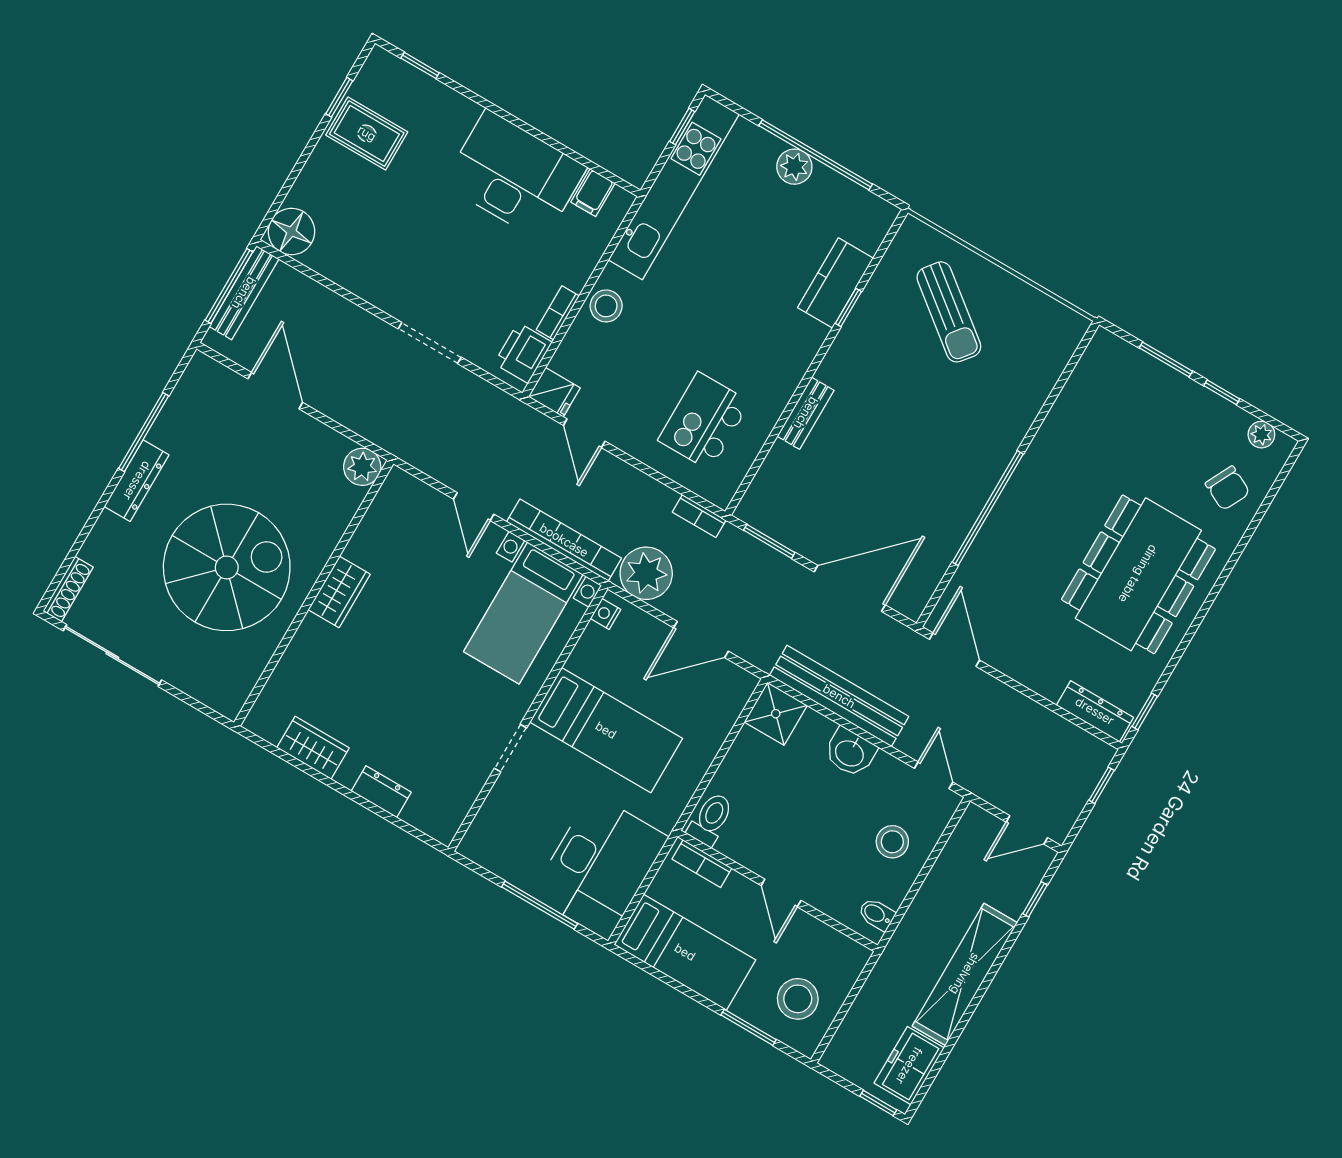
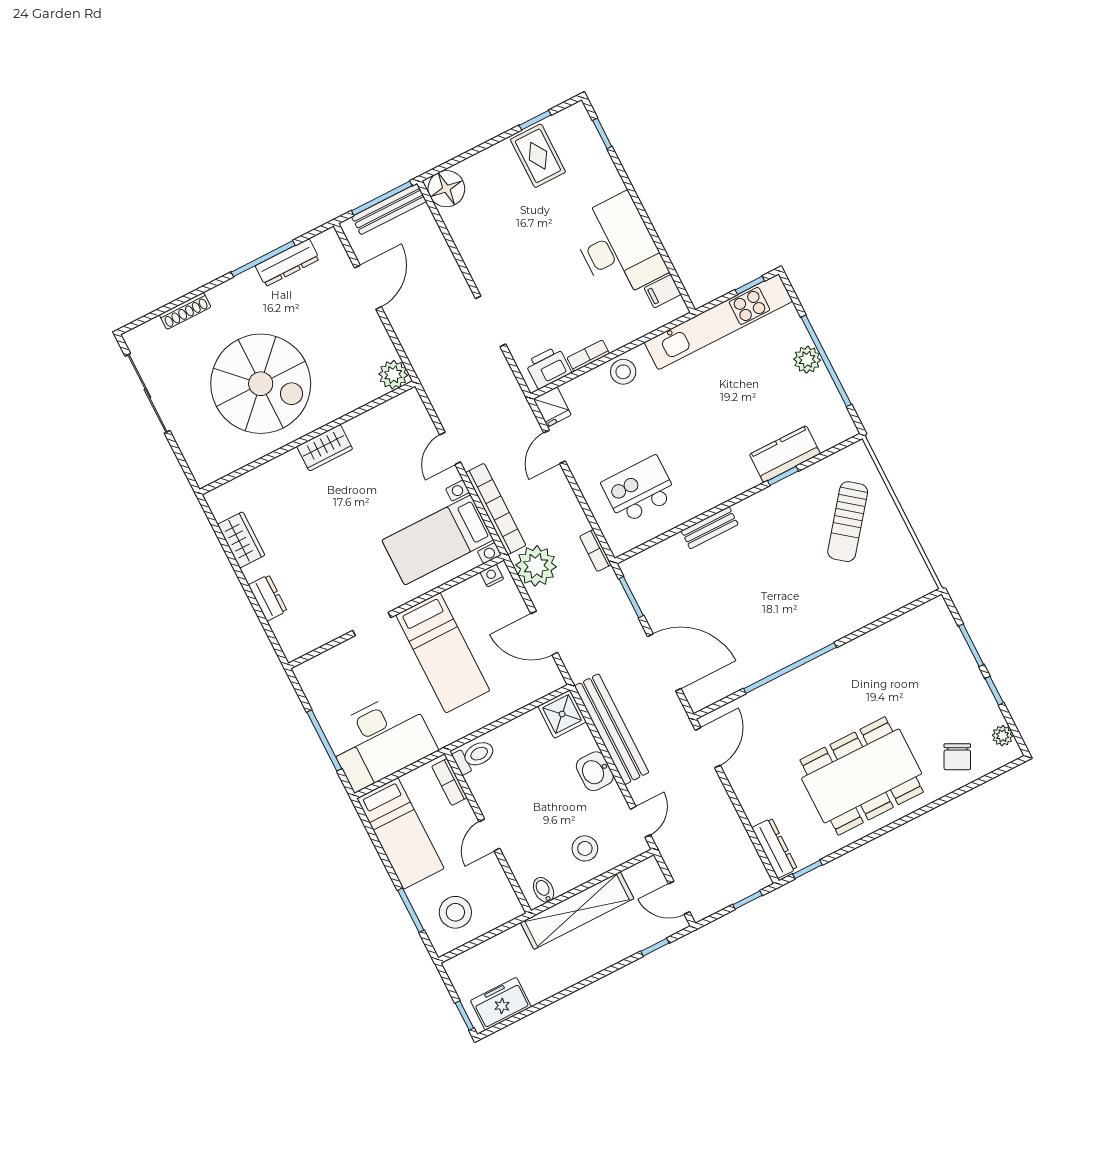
dresser: (137, 481) -> (287, 263), moved
shoe rack: (68, 589) -> (185, 311), moved
shelving: (965, 974) -> (577, 911), moved

